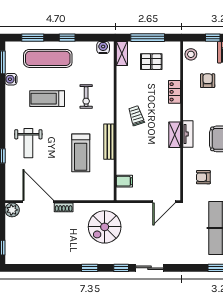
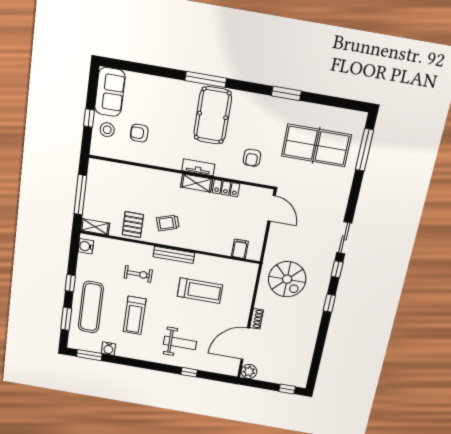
stool: (191, 54) -> (107, 130), moved
pallet: (151, 62) -> (133, 225), moved
locker: (174, 92) -> (226, 188), moved
bench: (109, 142) -> (174, 255), moved

